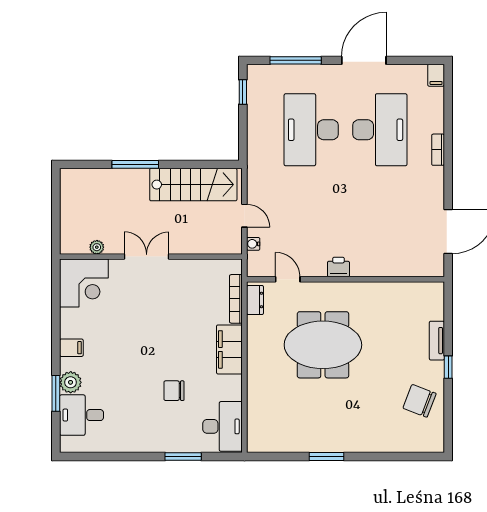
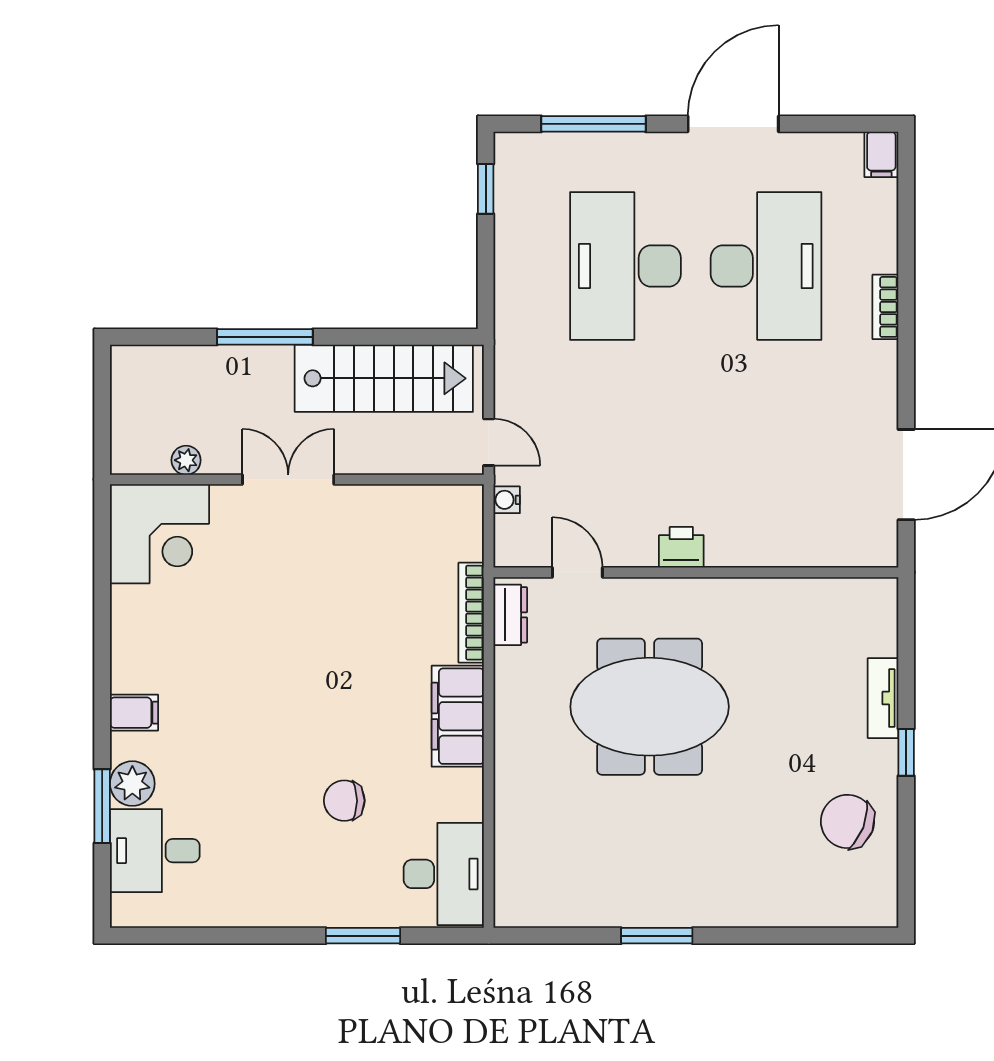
plant: (97, 247) -> (186, 460), moved
double door: (147, 257) -> (288, 479), moved
wall: (151, 257) -> (297, 479), moved
corner desk: (84, 283) -> (160, 534), moved

